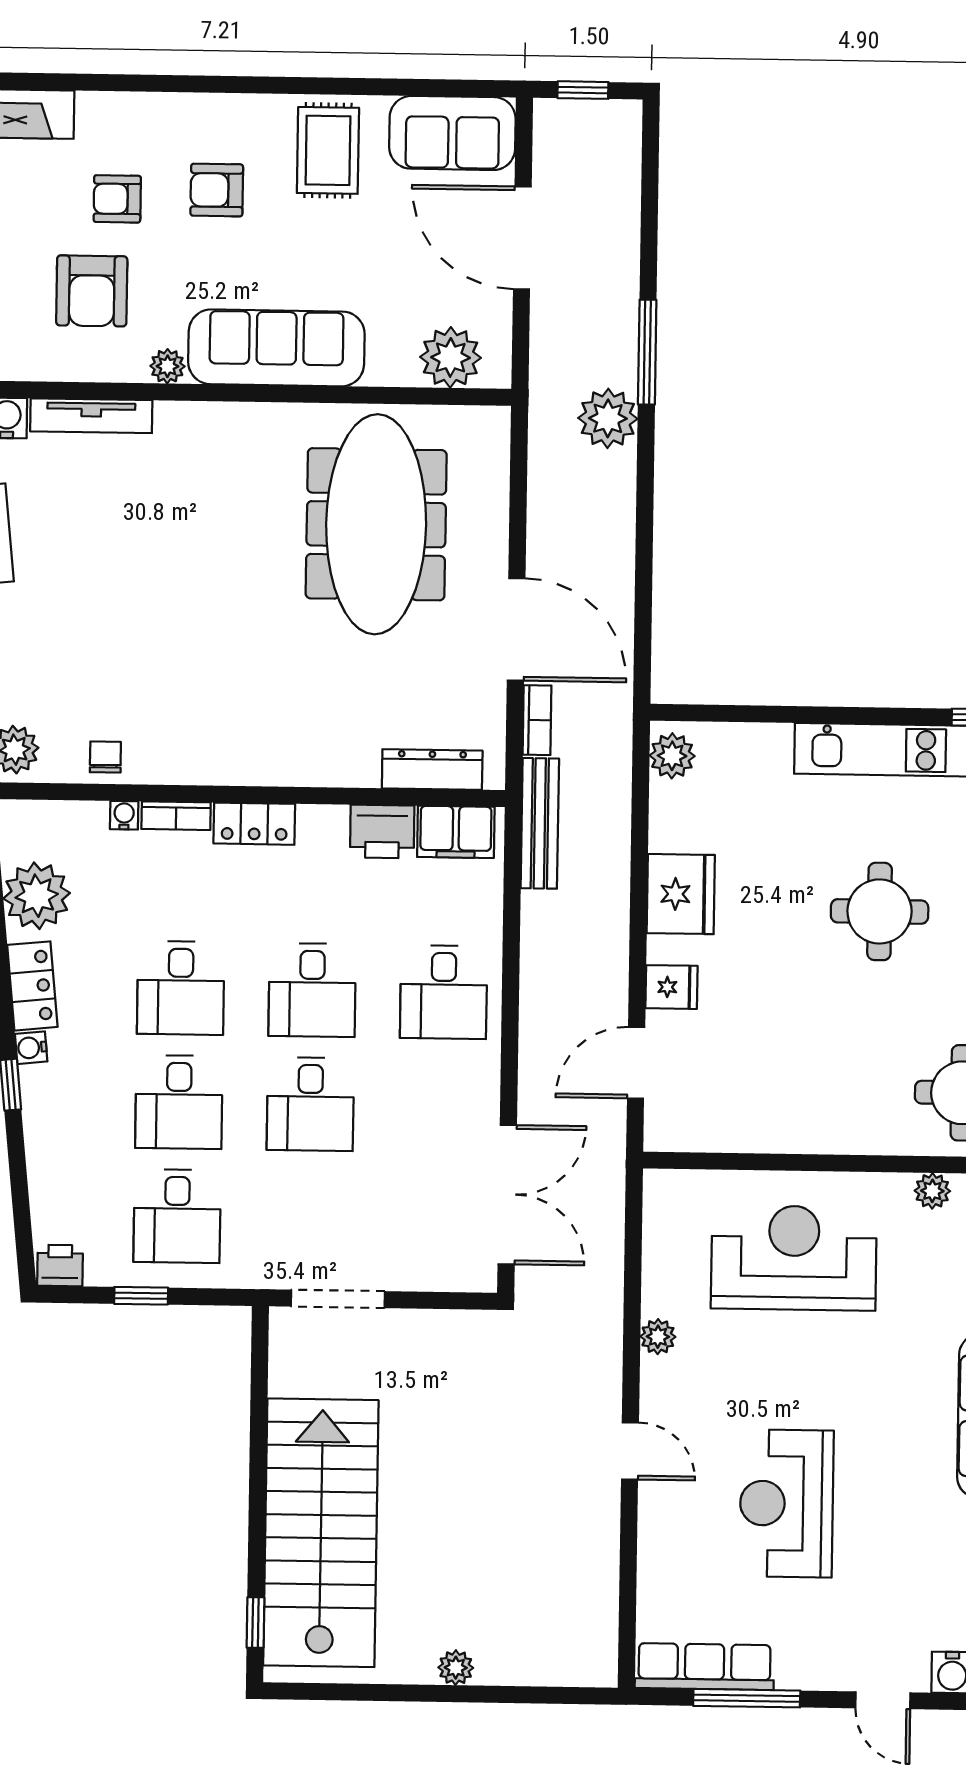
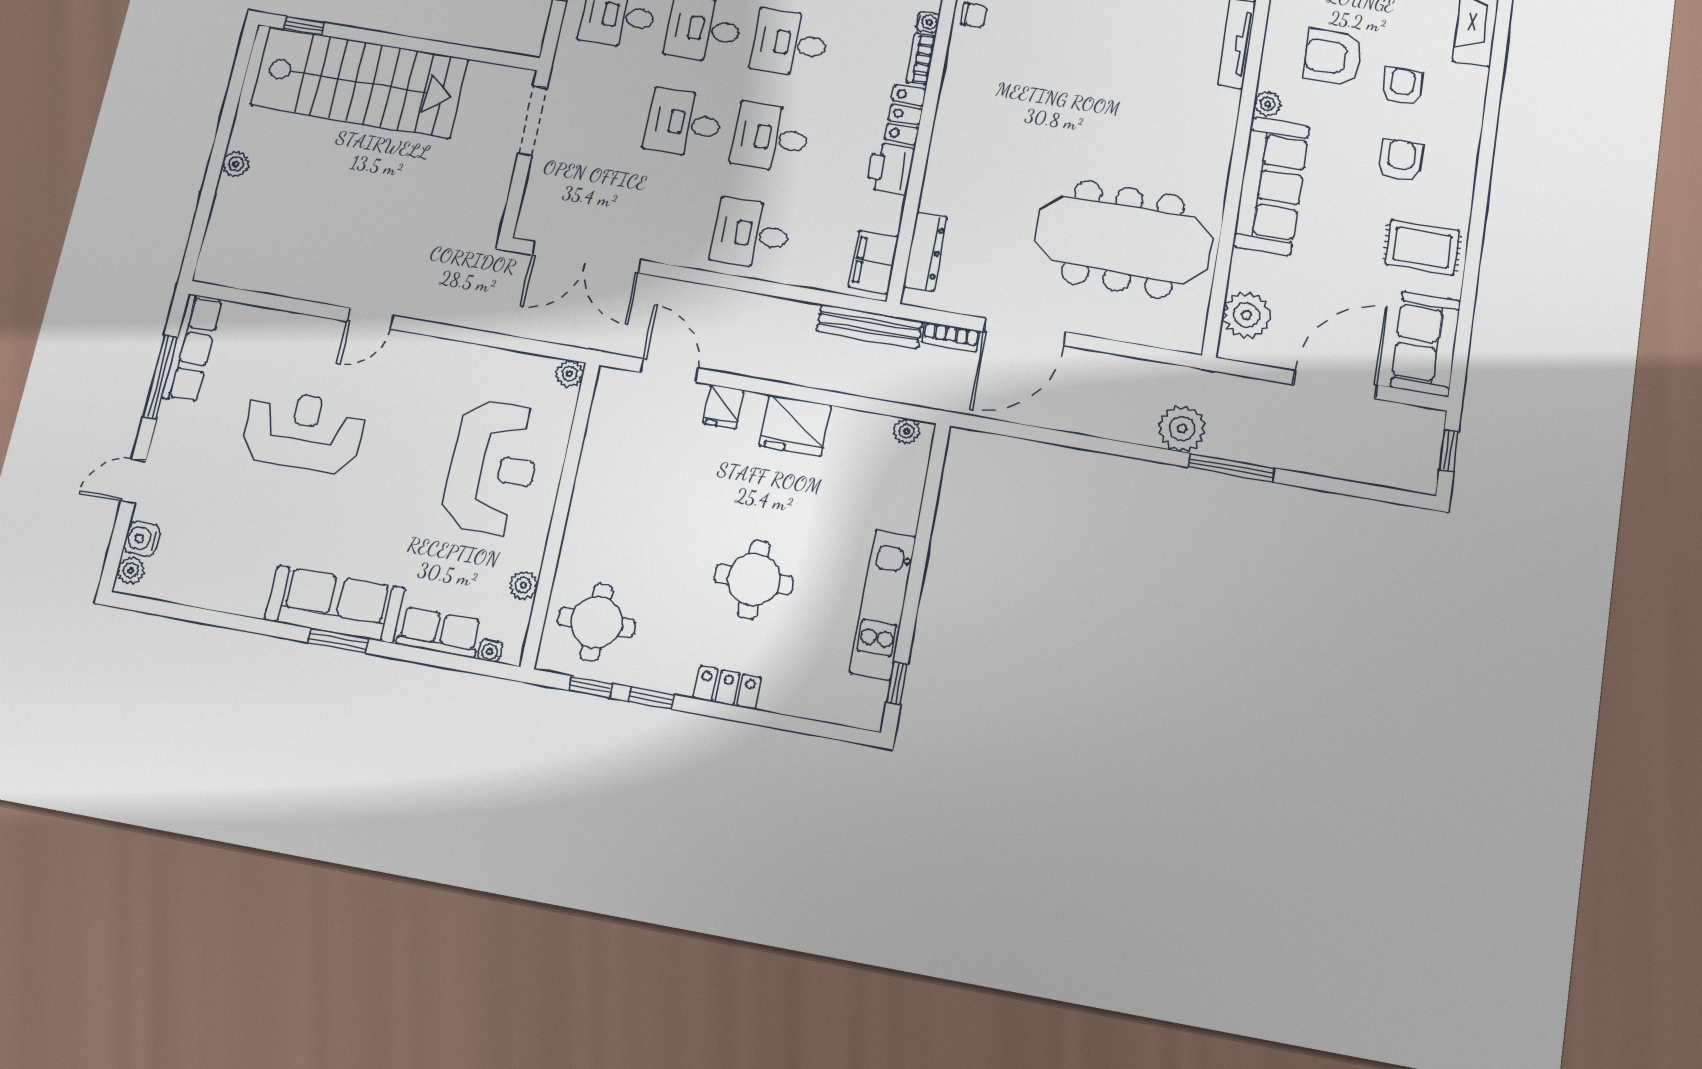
plant: (672, 756) -> (907, 431), width x0.73, depth x0.73
printer: (382, 832) -> (890, 169), moved
plant: (658, 1337) -> (569, 374), moved

